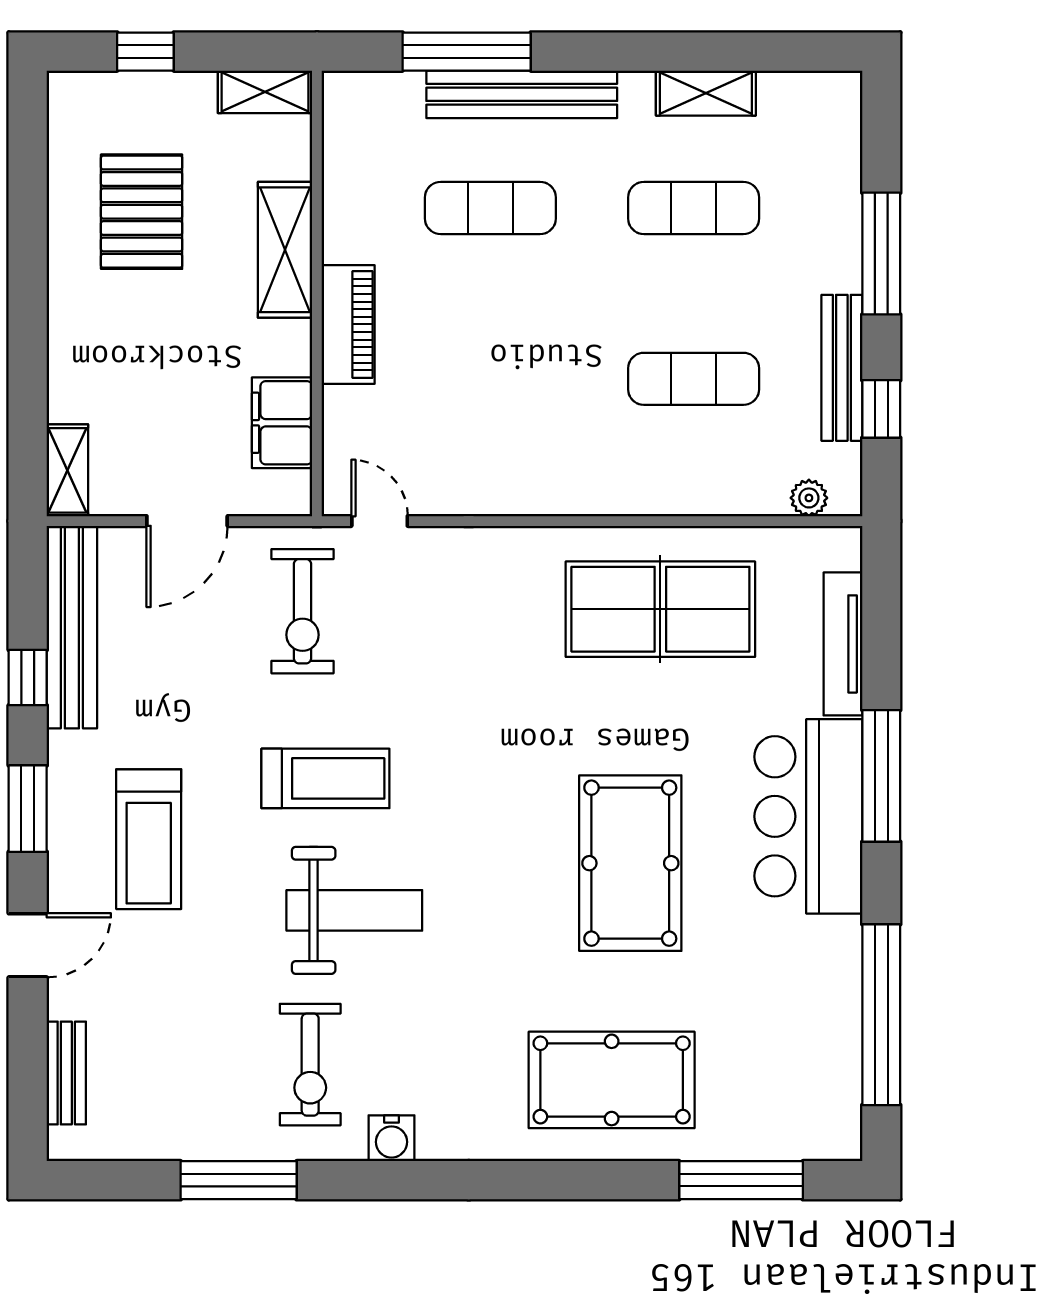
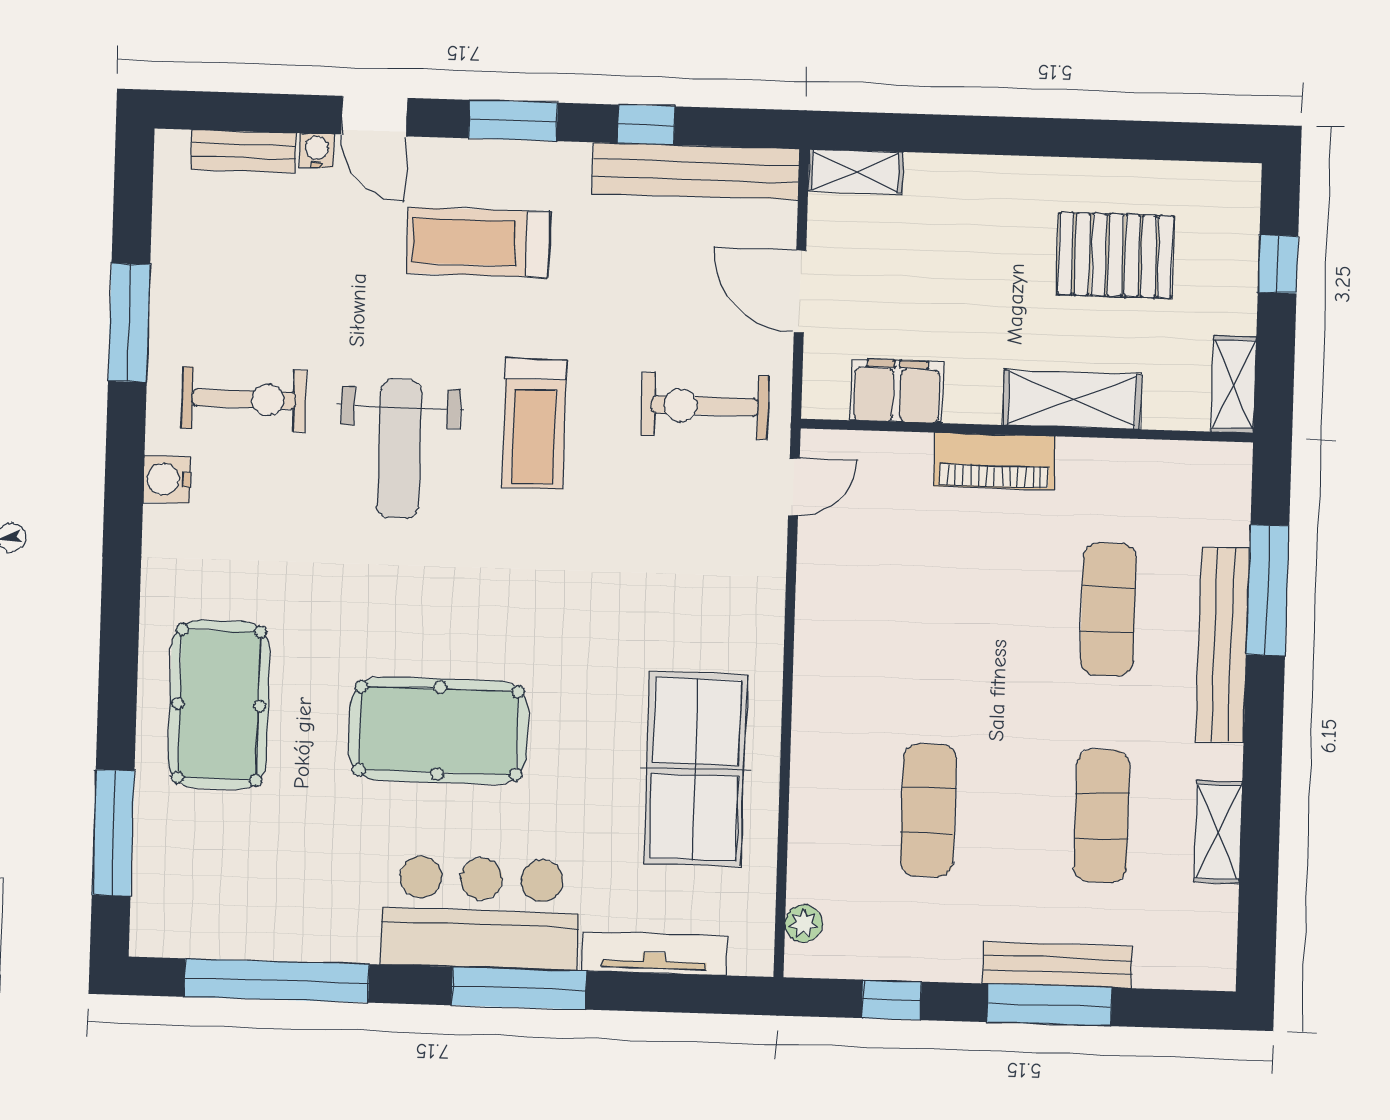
bench: (842, 368) -> (1057, 965), moved
water cooler: (63, 1001) -> (317, 151), added
exercise bike: (310, 1065) -> (244, 399), turned 180

